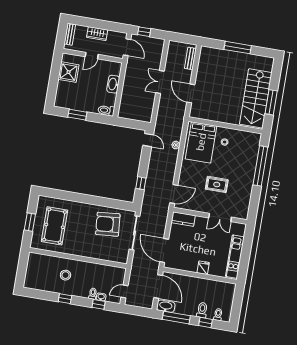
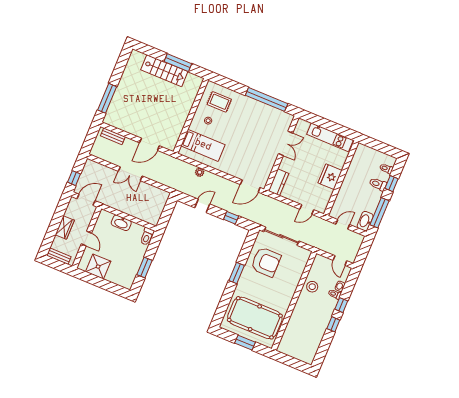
window: (238, 48) -> (107, 98), moved
stairs: (256, 98) -> (164, 71), width x0.73, depth x0.66
door: (148, 140) -> (202, 206), moved
bed: (201, 142) -> (203, 145), width x0.67
window: (260, 166) -> (267, 99), moved
rug: (217, 184) -> (219, 102), moved, turned 90
door: (174, 194) -> (250, 186), swing flipped
window: (92, 200) -> (237, 273), added
armchair: (108, 224) -> (266, 262), turned -85
pool table: (55, 226) -> (255, 318), width x1.36, depth x1.32
door: (164, 251) -> (307, 209), width x0.53
fridge: (203, 268) -> (330, 177), width x1.88, depth x1.34
stool: (66, 275) -> (312, 287), moved
door: (158, 286) -> (343, 224), width x0.53
window: (99, 304) -> (341, 305), moved

